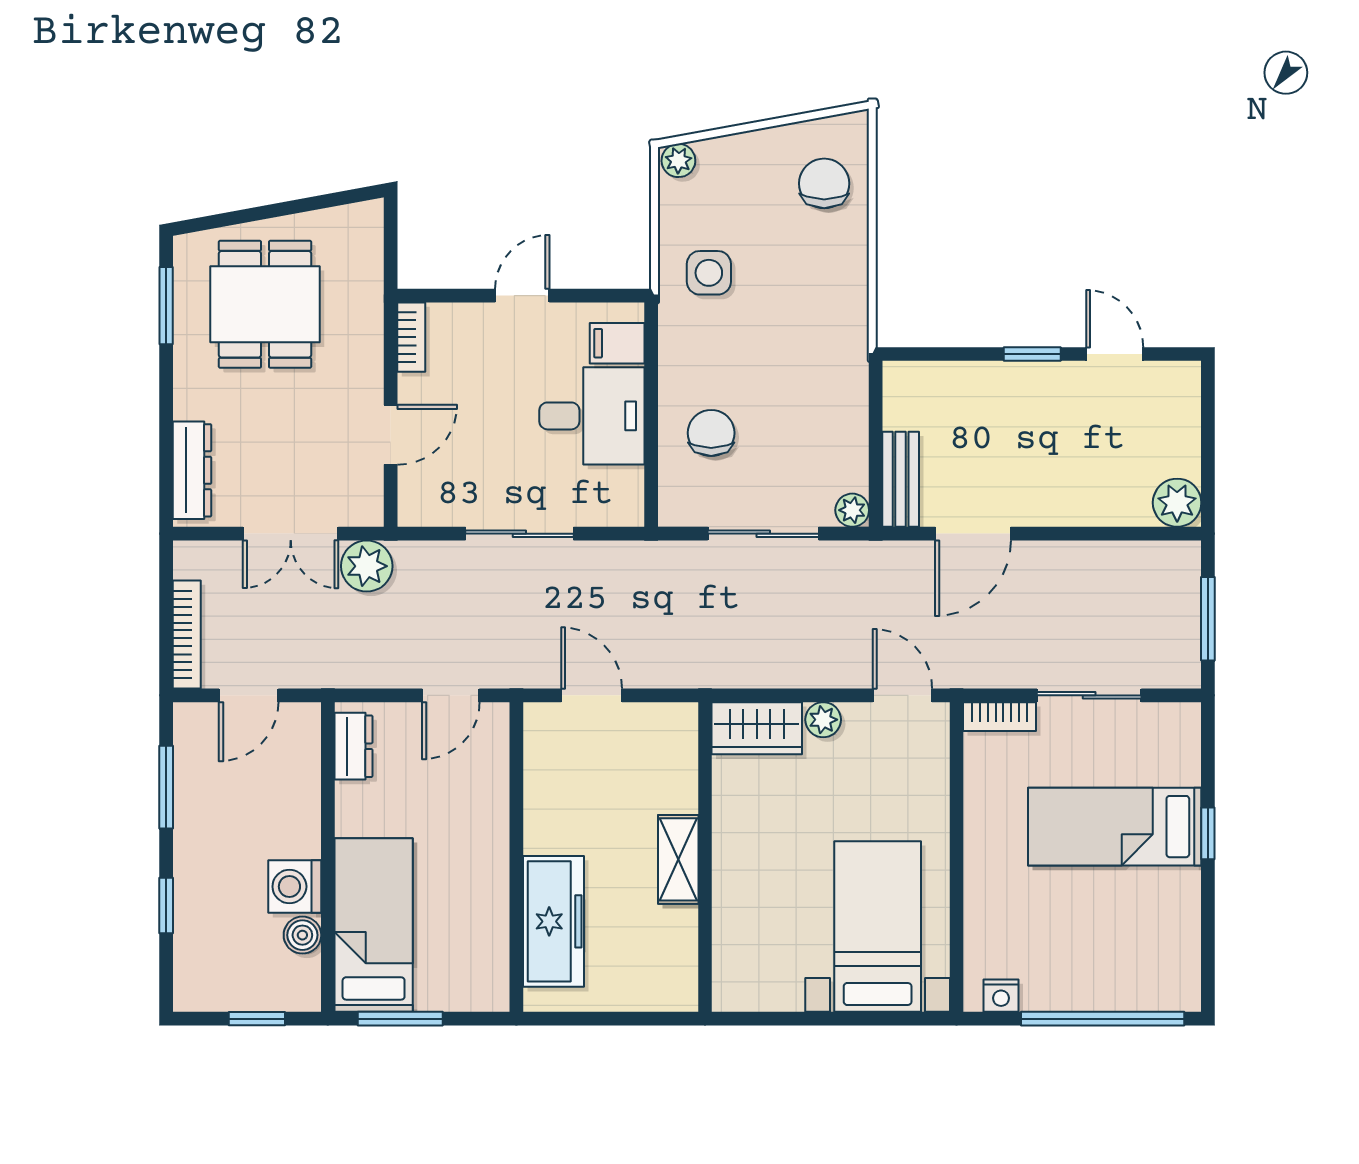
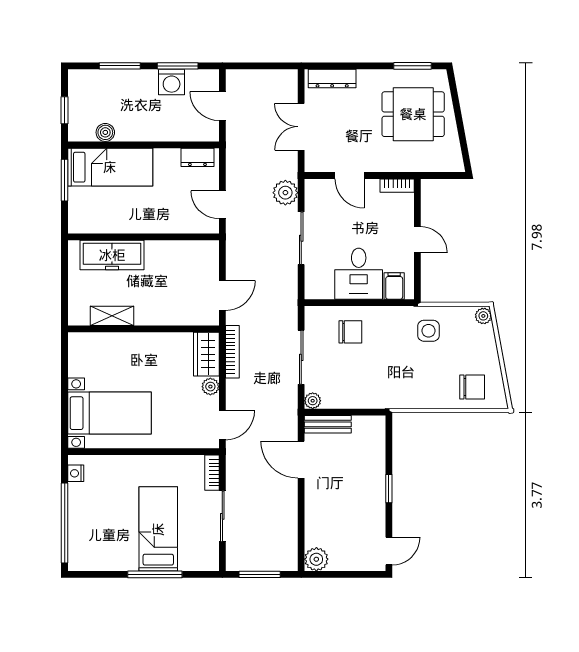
door: (1115, 354) -> (389, 551), moved
plant: (367, 566) -> (285, 193), moved
bookcase: (187, 634) -> (232, 352), moved, turned -90
door: (592, 695) -> (222, 295), moved
window: (1208, 833) -> (155, 574), width x2.17
shelving: (678, 859) -> (112, 316), moved
washing machine: (295, 887) -> (172, 82), moved, turned 180
window: (166, 905) -> (120, 66), width x1.50

